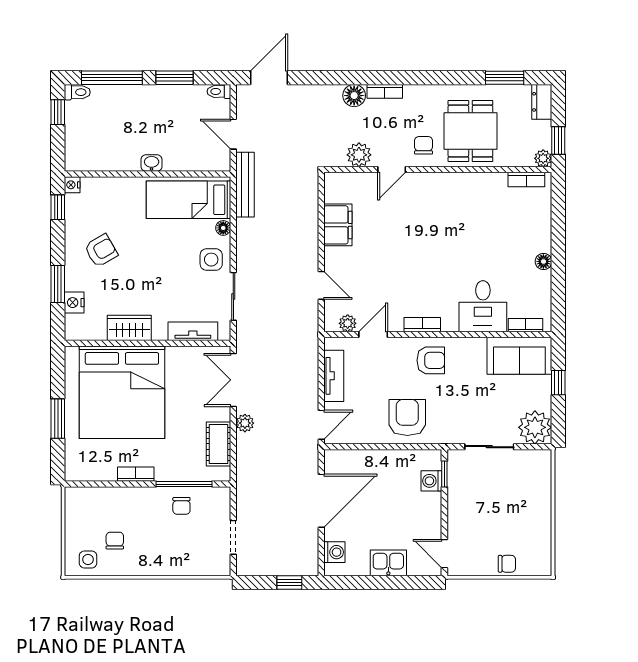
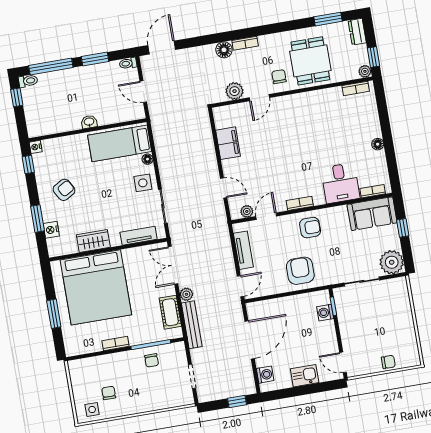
bench: (245, 185) -> (192, 325), moved

